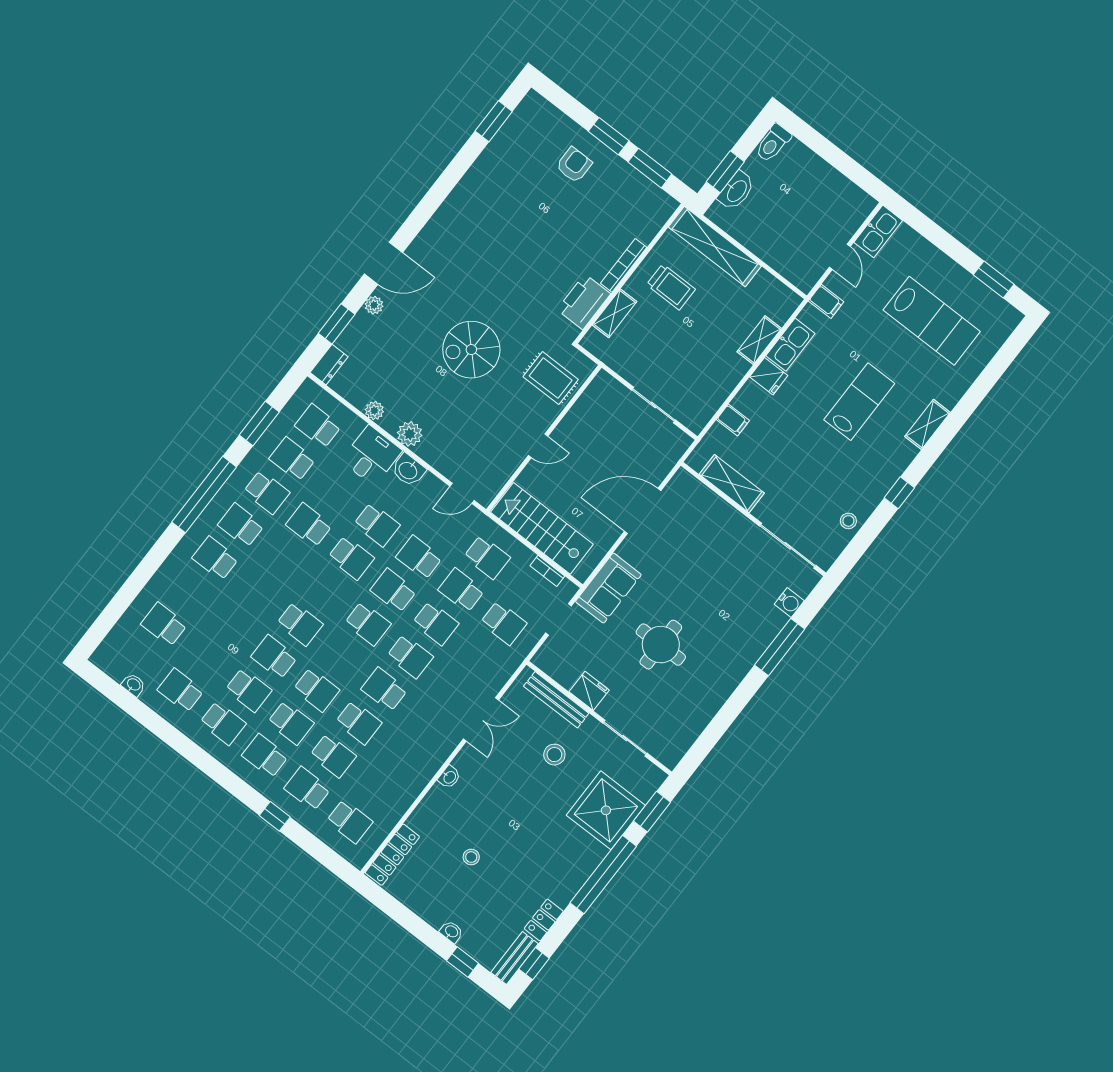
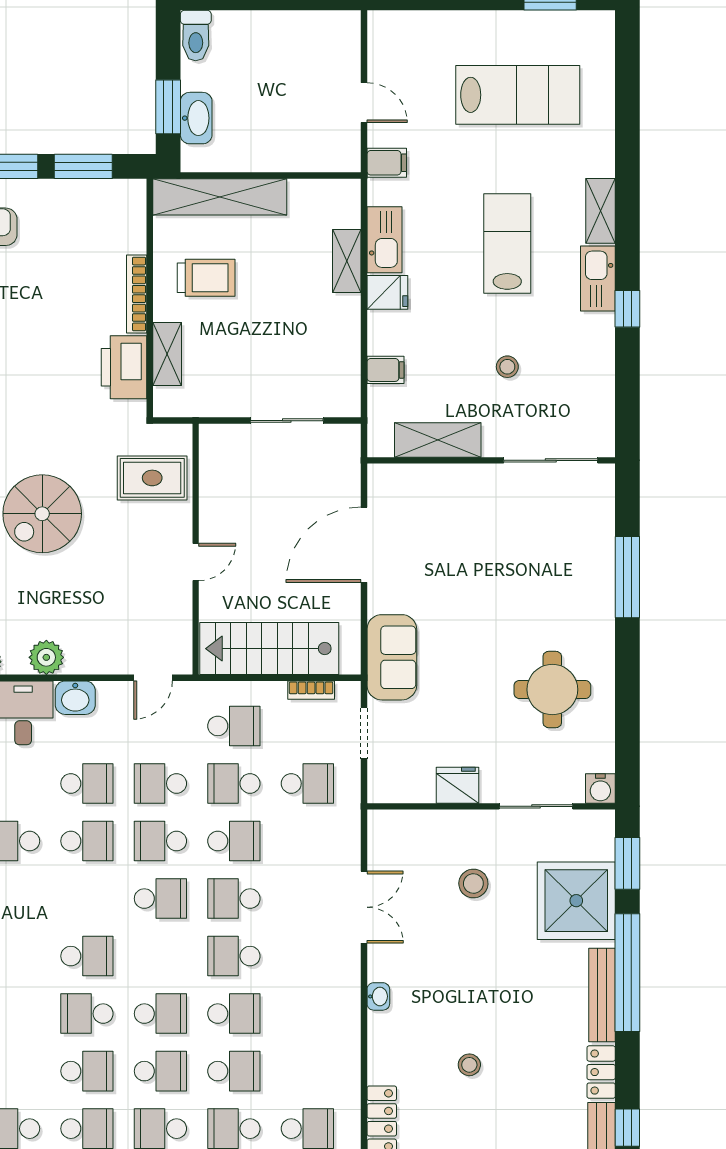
kitchen sink: (878, 231) -> (598, 278), moved, turned 180
stool: (848, 521) -> (507, 367), moved
water cooler: (789, 603) -> (600, 789), moved, turned 90
round table: (661, 645) -> (552, 690), moved
school desk: (410, 656) -> (234, 899), turned 180
bench: (556, 700) -> (602, 995), moved, turned 90

